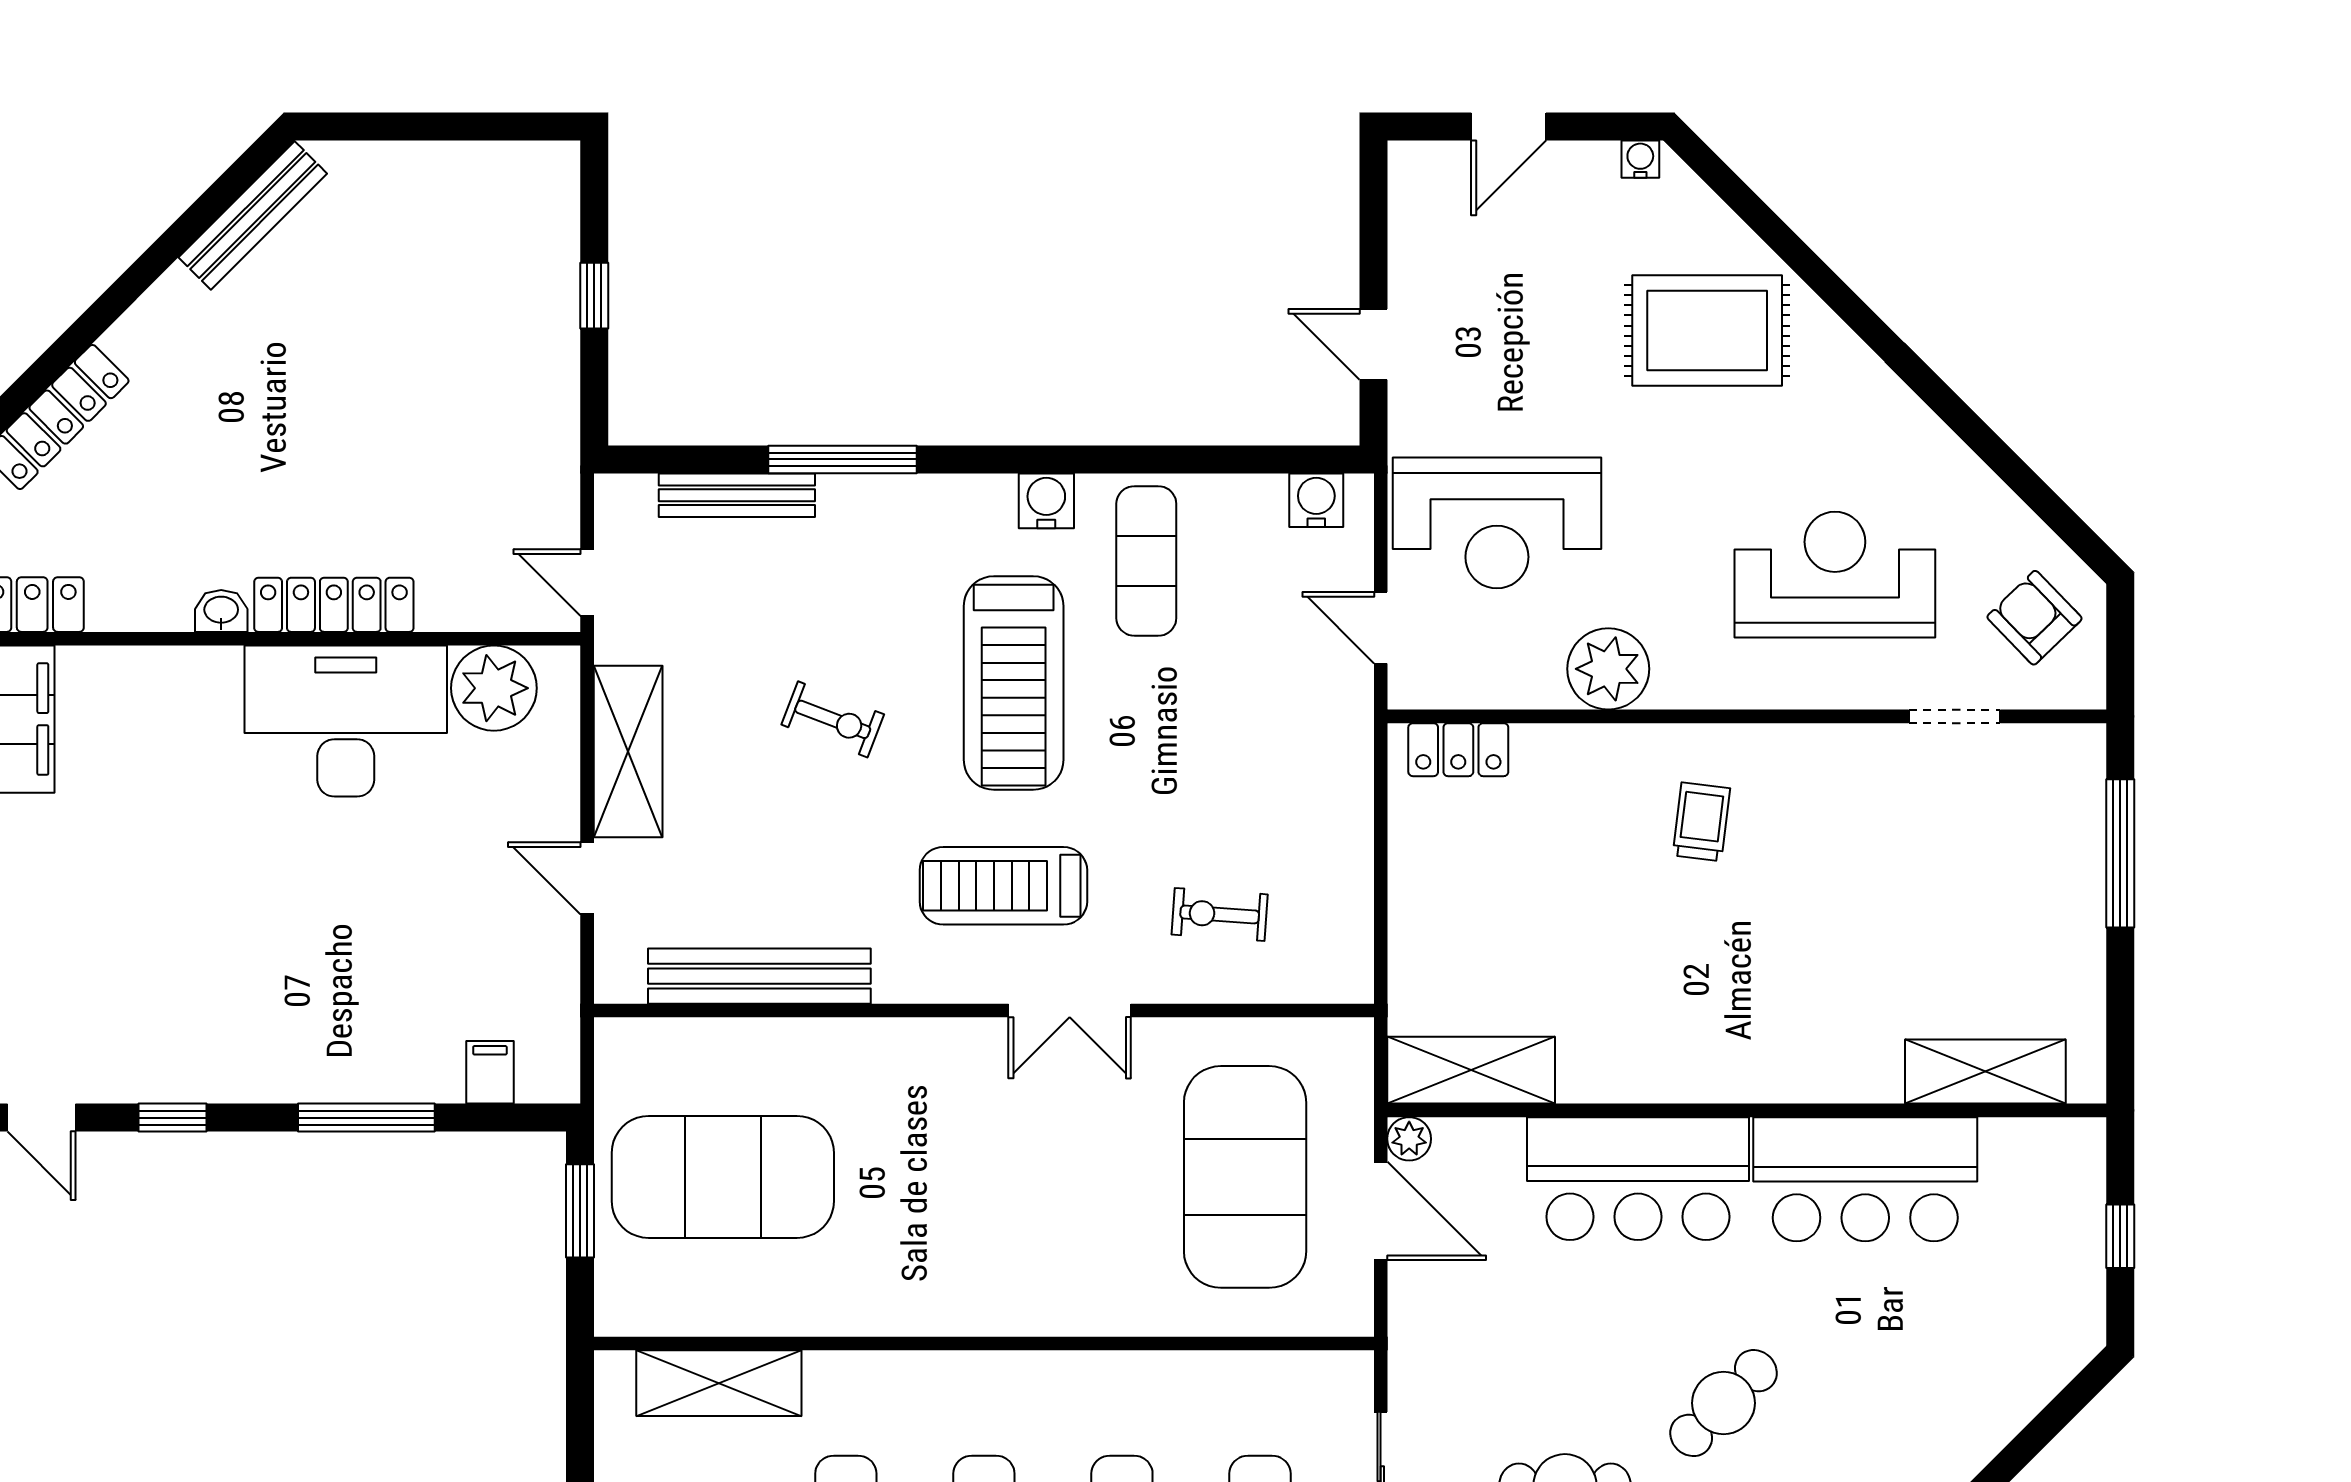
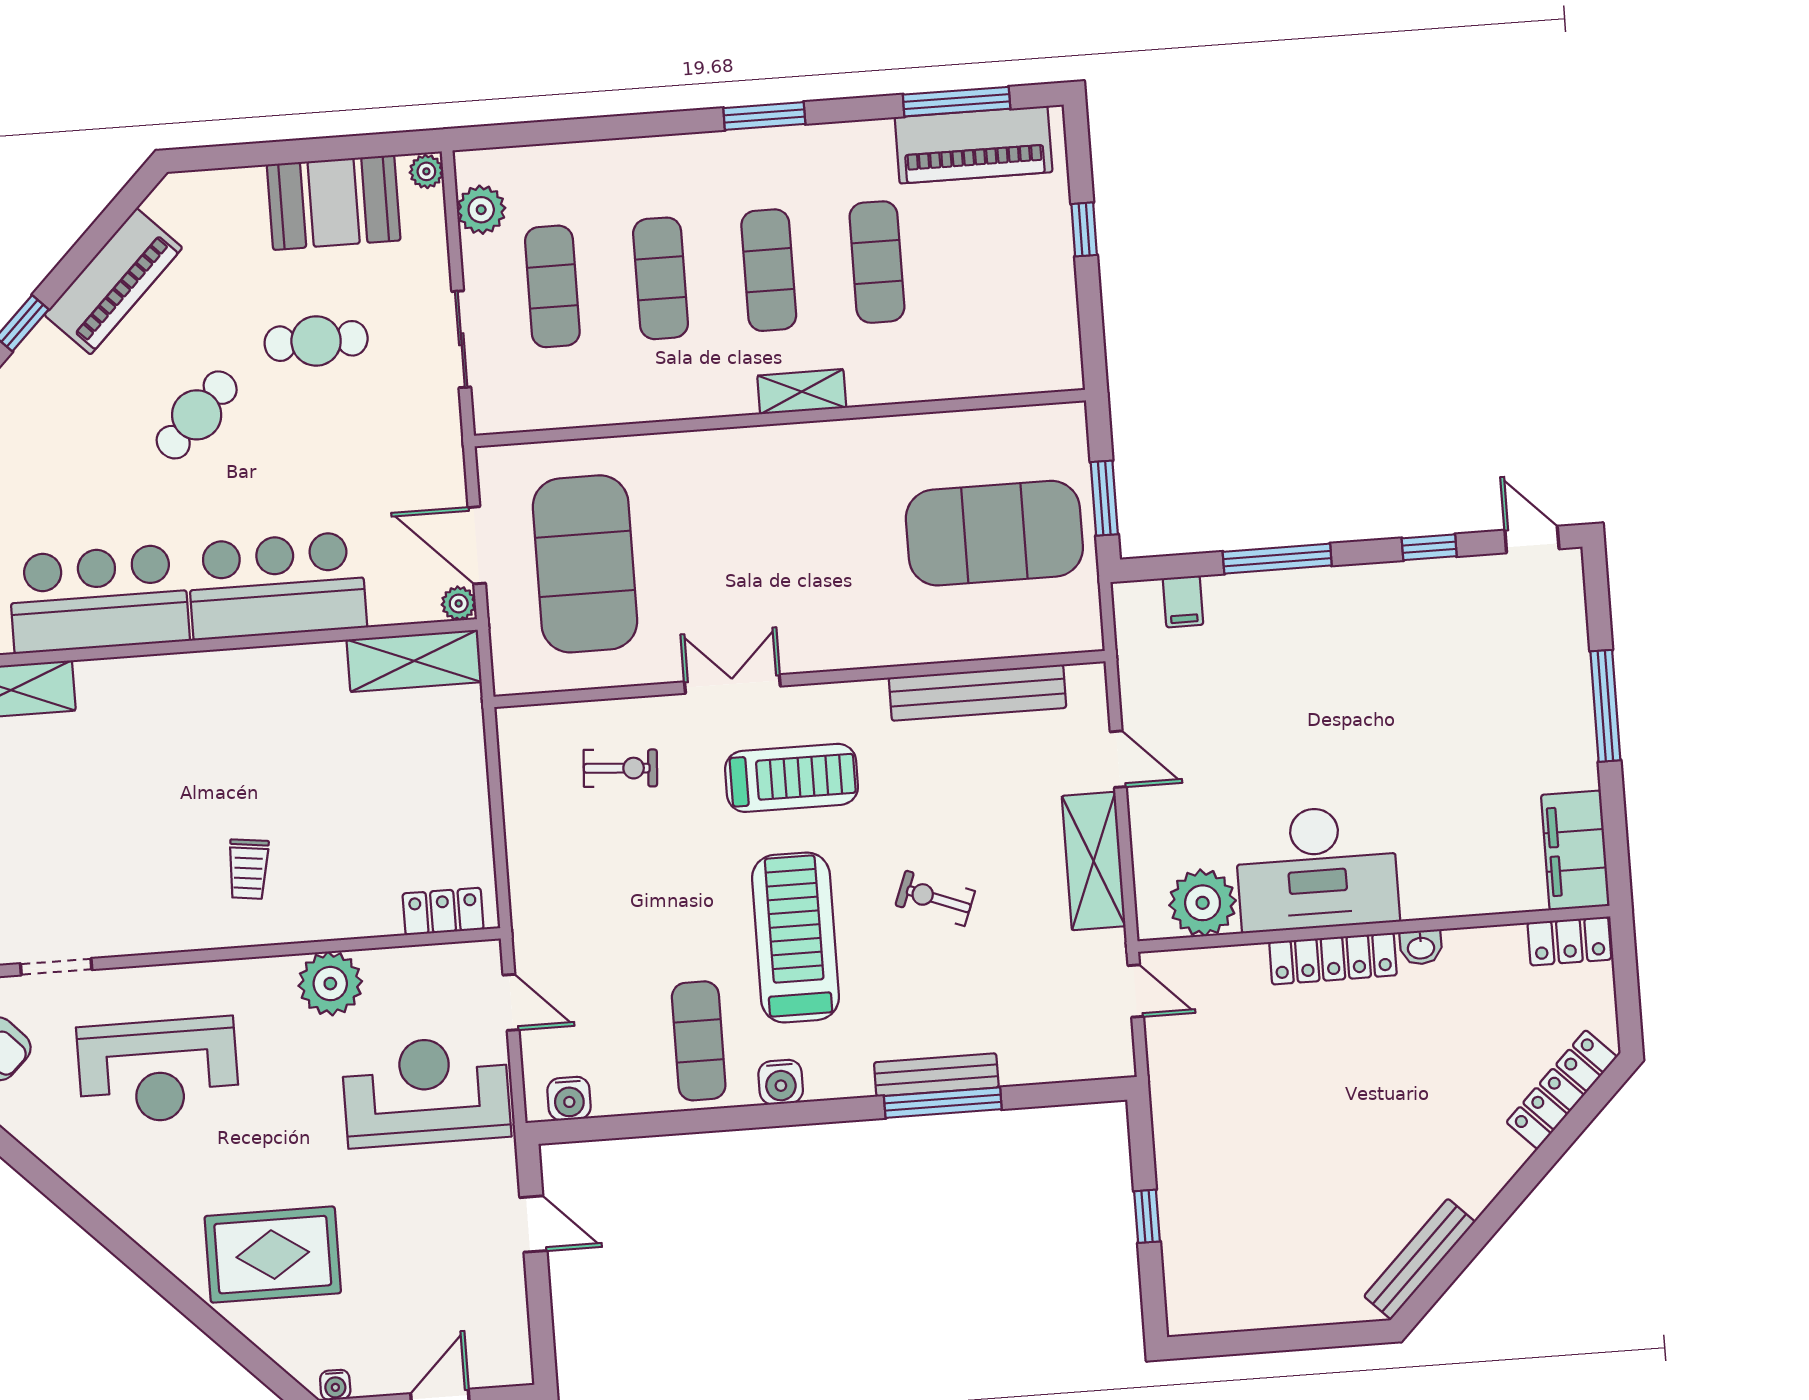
bench: (737, 495) -> (936, 1075), moved
shelving: (719, 1383) -> (802, 392), moved, width x0.67, depth x0.75

